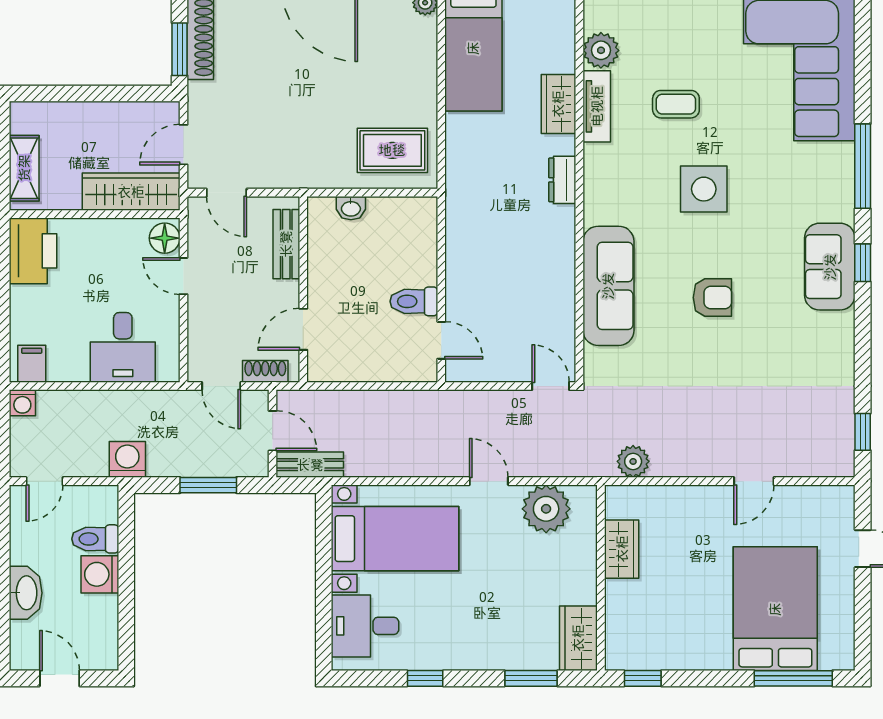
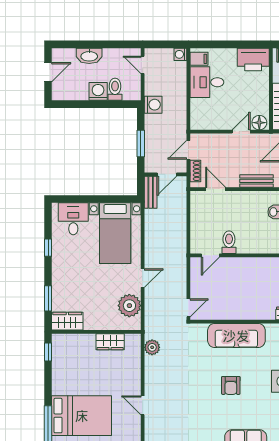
desk: (123, 347) -> (207, 82), moved

